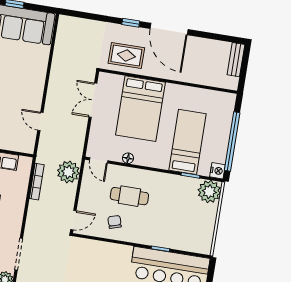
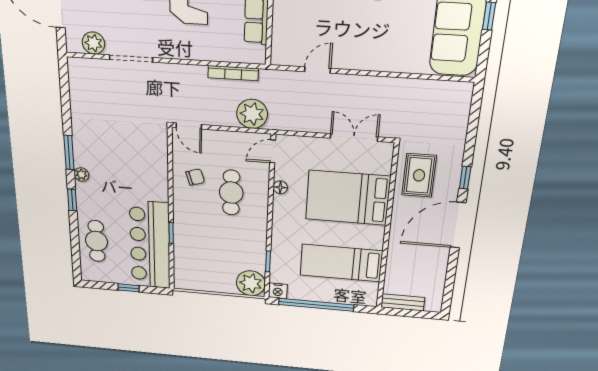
bench: (236, 60) -> (403, 302), moved
bed: (188, 142) -> (341, 263), moved, turned 180

